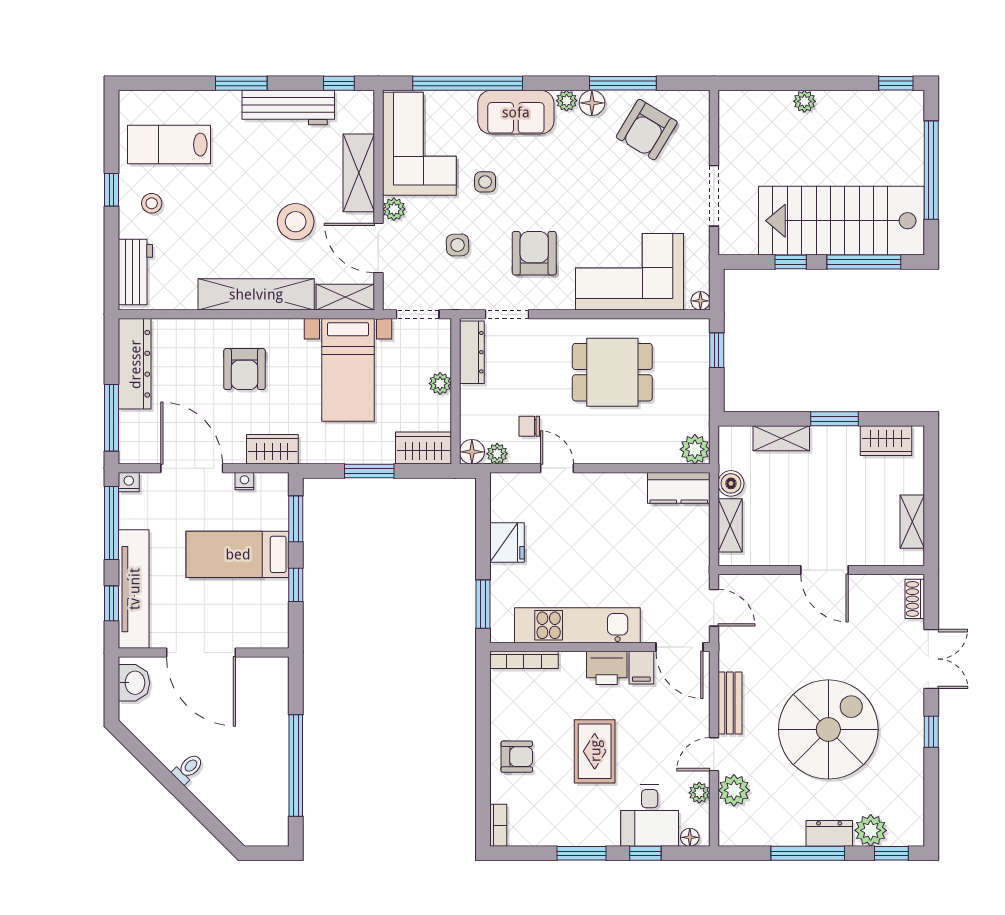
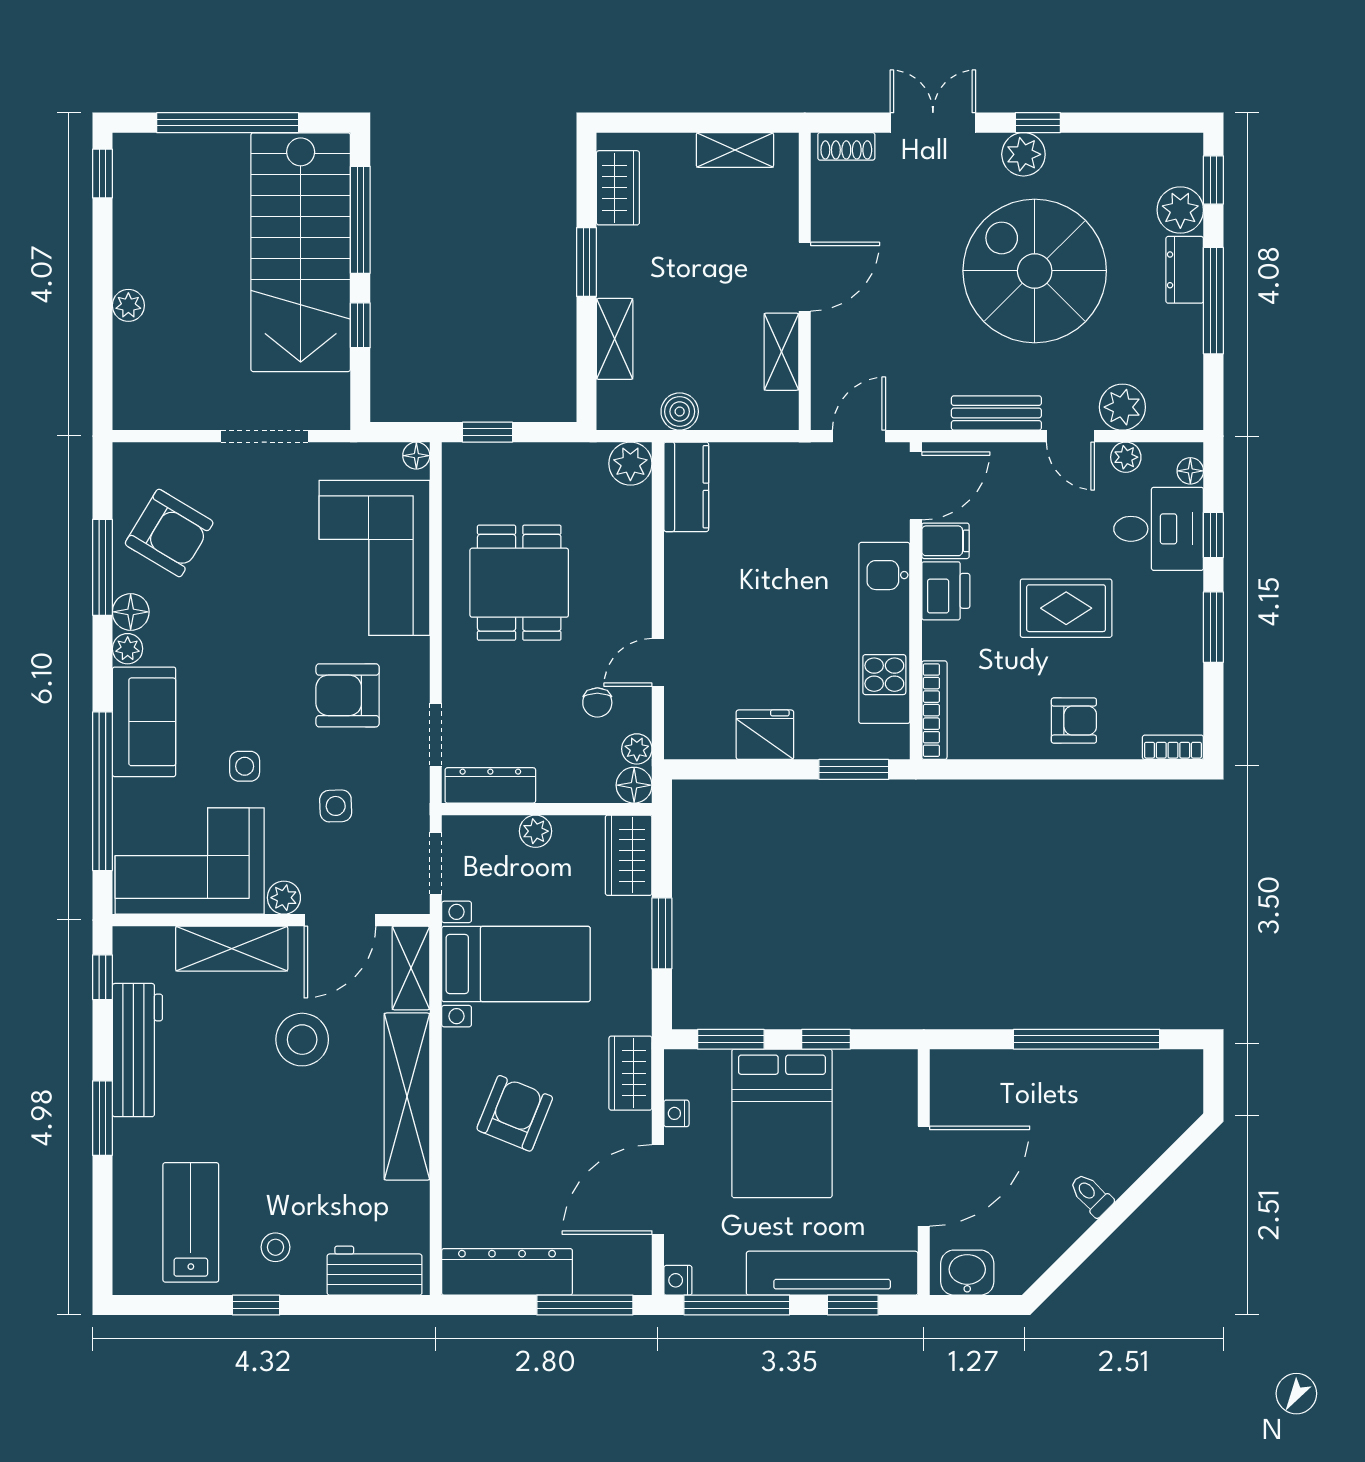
lab bench: (169, 145) -> (191, 1222), turned 180
armchair: (244, 369) -> (515, 1113), turned -68
shelving: (730, 525) -> (781, 352), moved, turned 90
bed: (238, 554) -> (782, 1123), width x1.50
plant: (909, 722) -> (1023, 154), added
armchair: (517, 757) -> (1074, 721), turned 90

